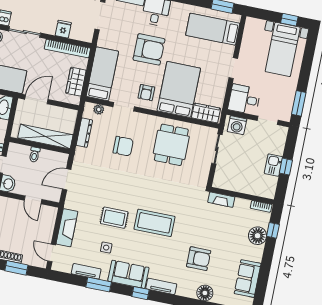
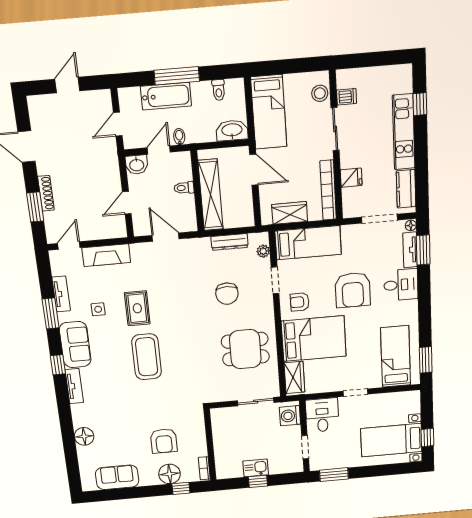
fireplace: (221, 200) -> (198, 423), removed
armchair: (199, 259) -> (164, 441), moved

